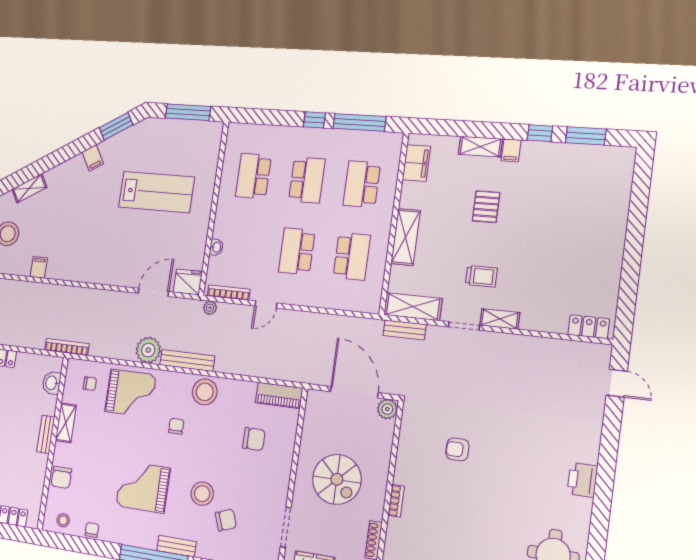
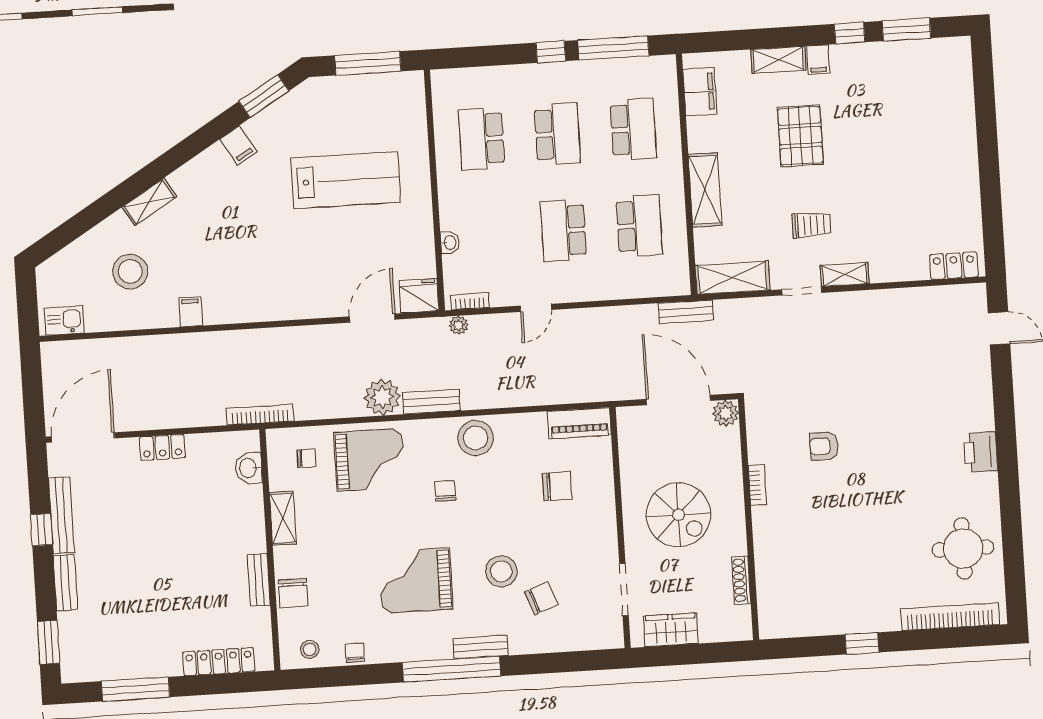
school desk: (362, 184) -> (633, 129), turned 180
pallet: (486, 207) -> (800, 136), width x1.50, depth x1.42
bookcase: (229, 293) -> (470, 301), width x0.64
bench: (405, 330) -> (686, 312), moved
bench: (187, 360) -> (431, 402), width x0.73
bench: (46, 434) -> (259, 580), moved
bookcase: (396, 501) -> (757, 485), moved

